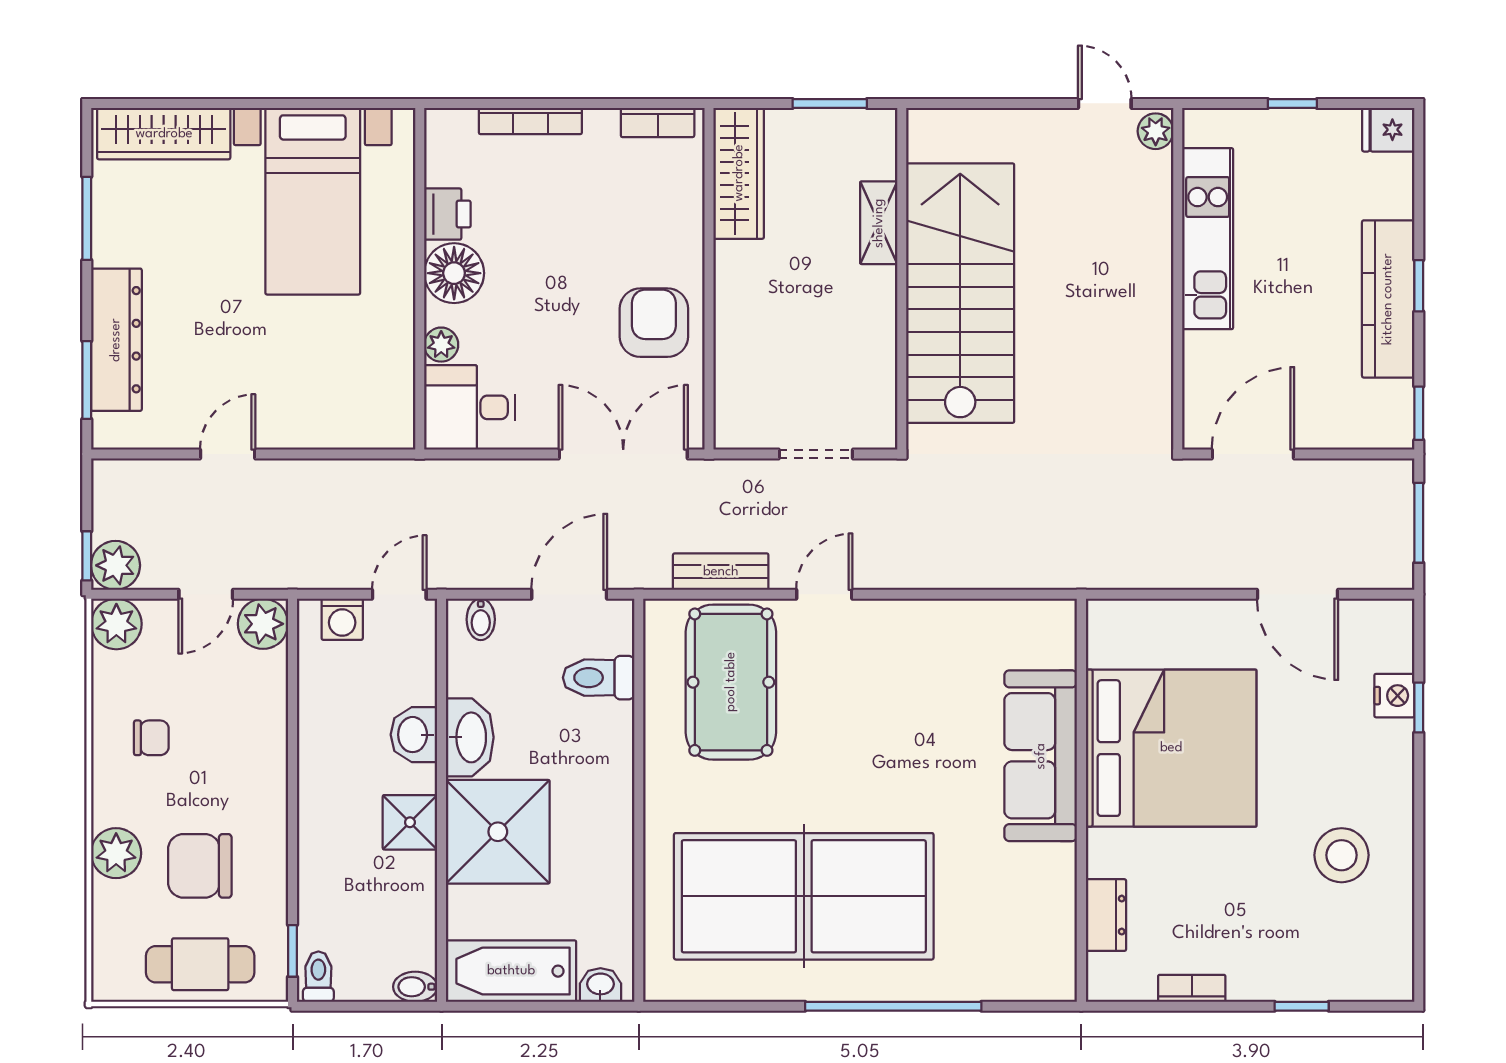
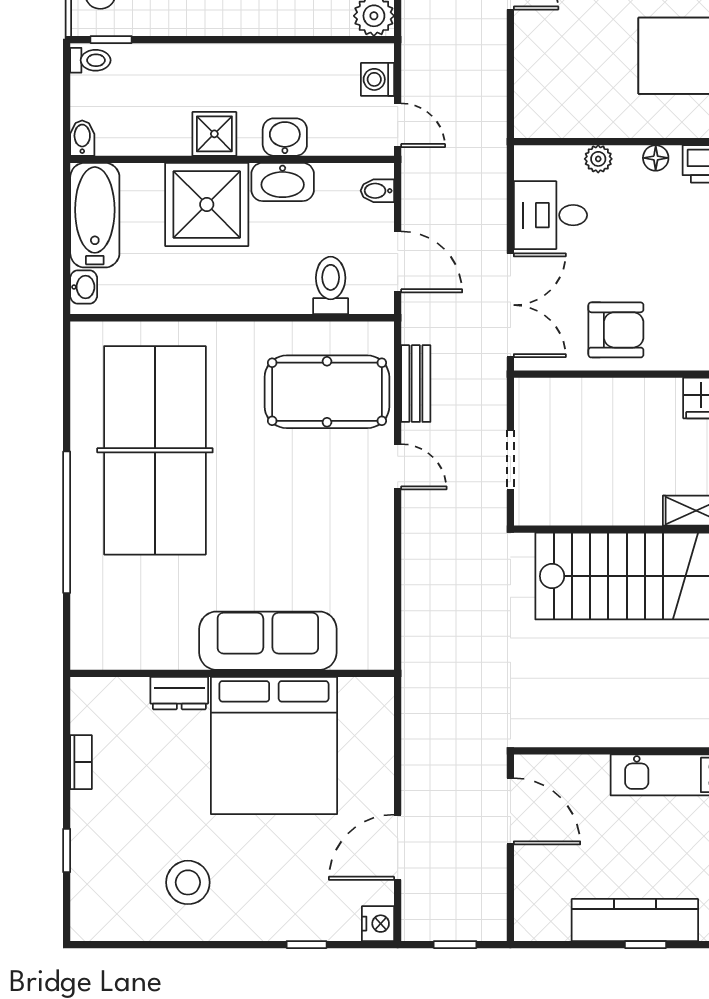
floor lamp: (454, 273) -> (656, 158), width x0.53, depth x0.53
desk: (470, 407) -> (550, 215), moved, turned -90
window: (1419, 413) -> (543, 945), removed
window: (1419, 523) -> (455, 945), width x0.67
nightstand: (1394, 696) -> (378, 924), moved, turned -90
dresser: (1106, 915) -> (179, 693), moved

